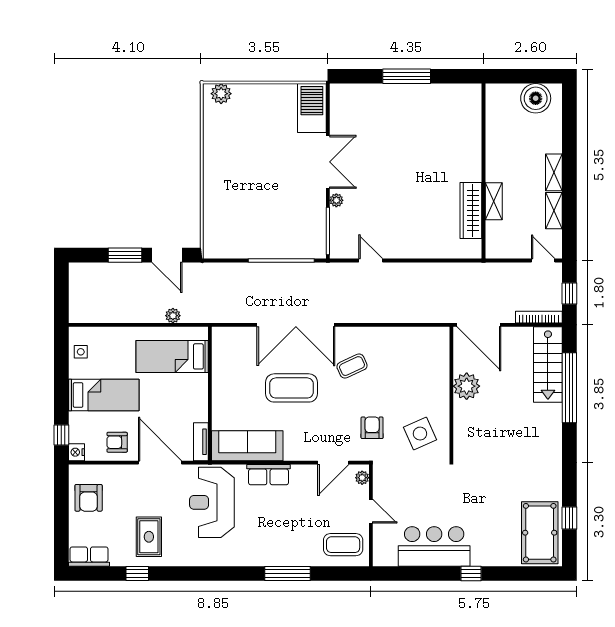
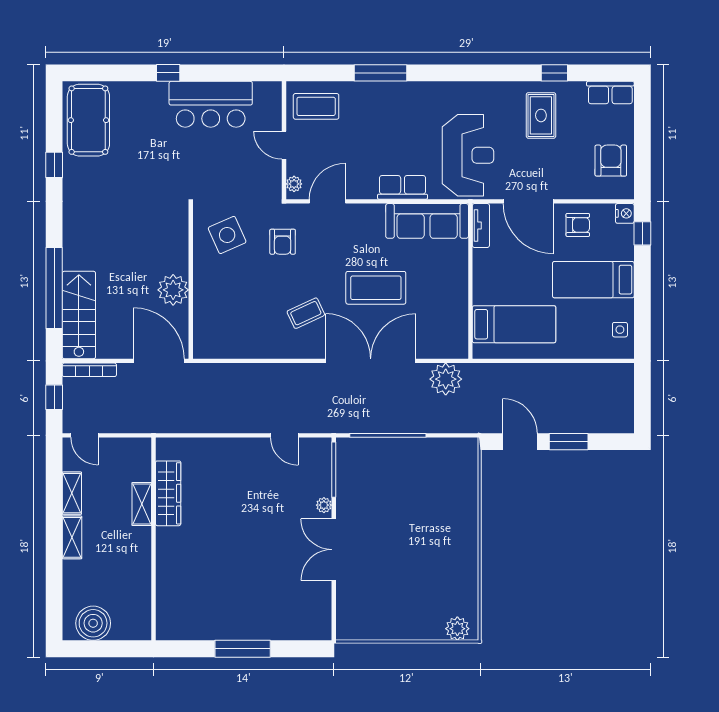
barbecue: (312, 108) -> (352, 612), removed
plant: (173, 316) -> (446, 379), moved, width x1.88, depth x1.88
window: (569, 518) -> (54, 165), moved

